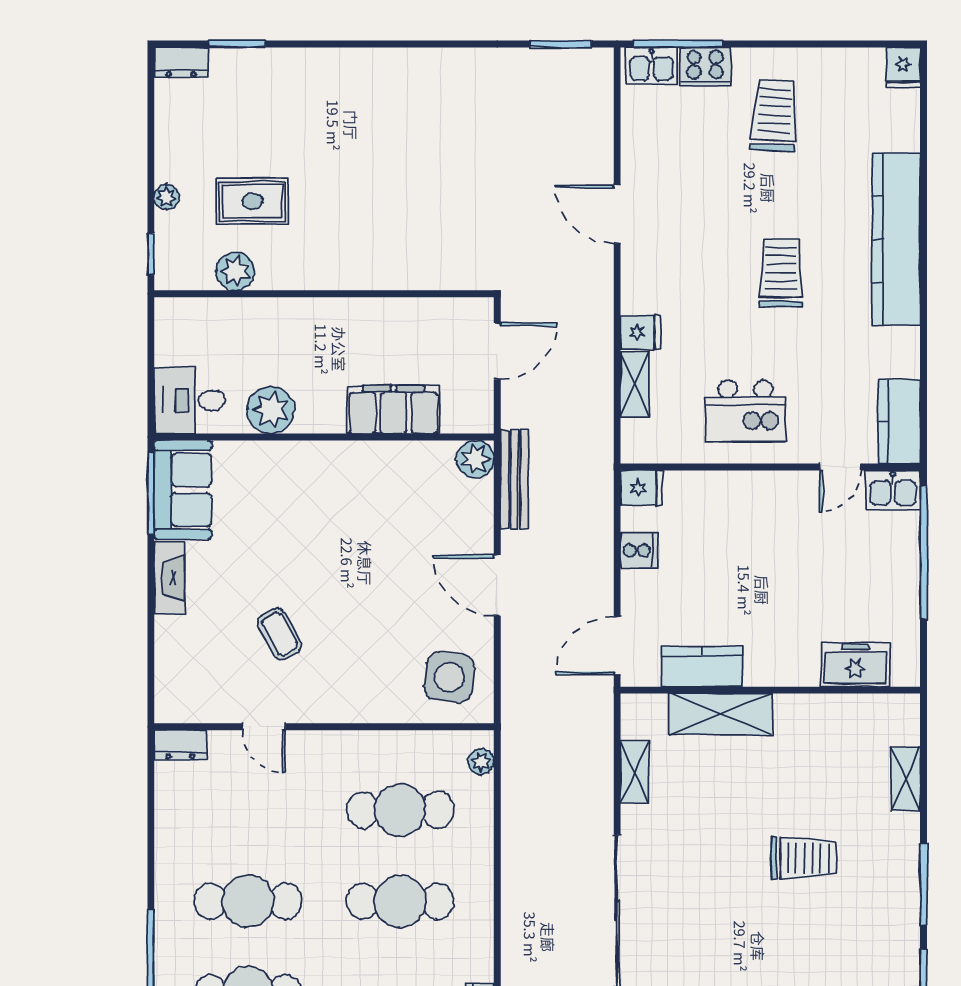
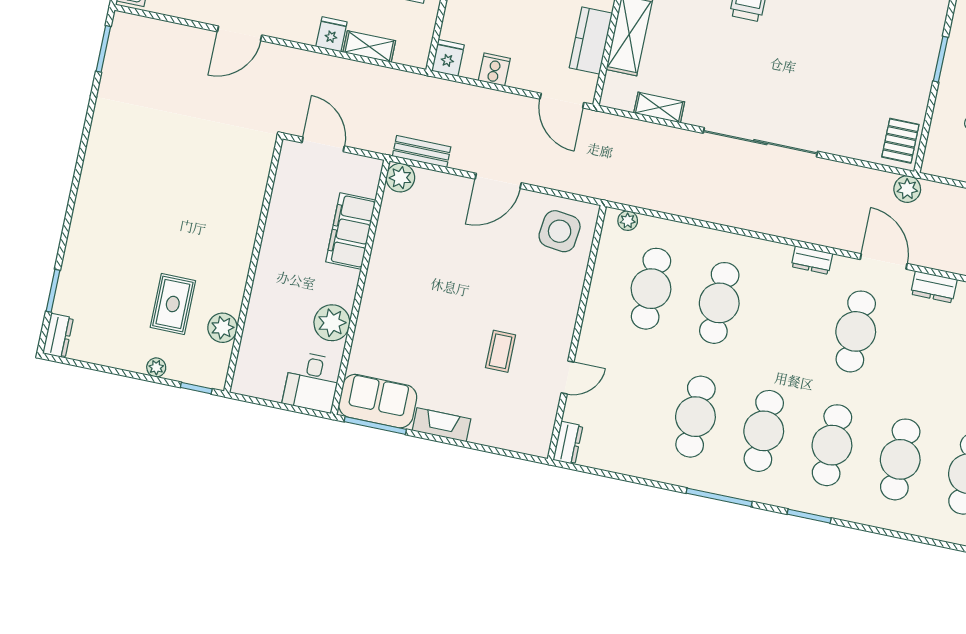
bench: (514, 479) -> (422, 152), width x0.73
coffee table: (280, 634) -> (501, 351), turned -61

